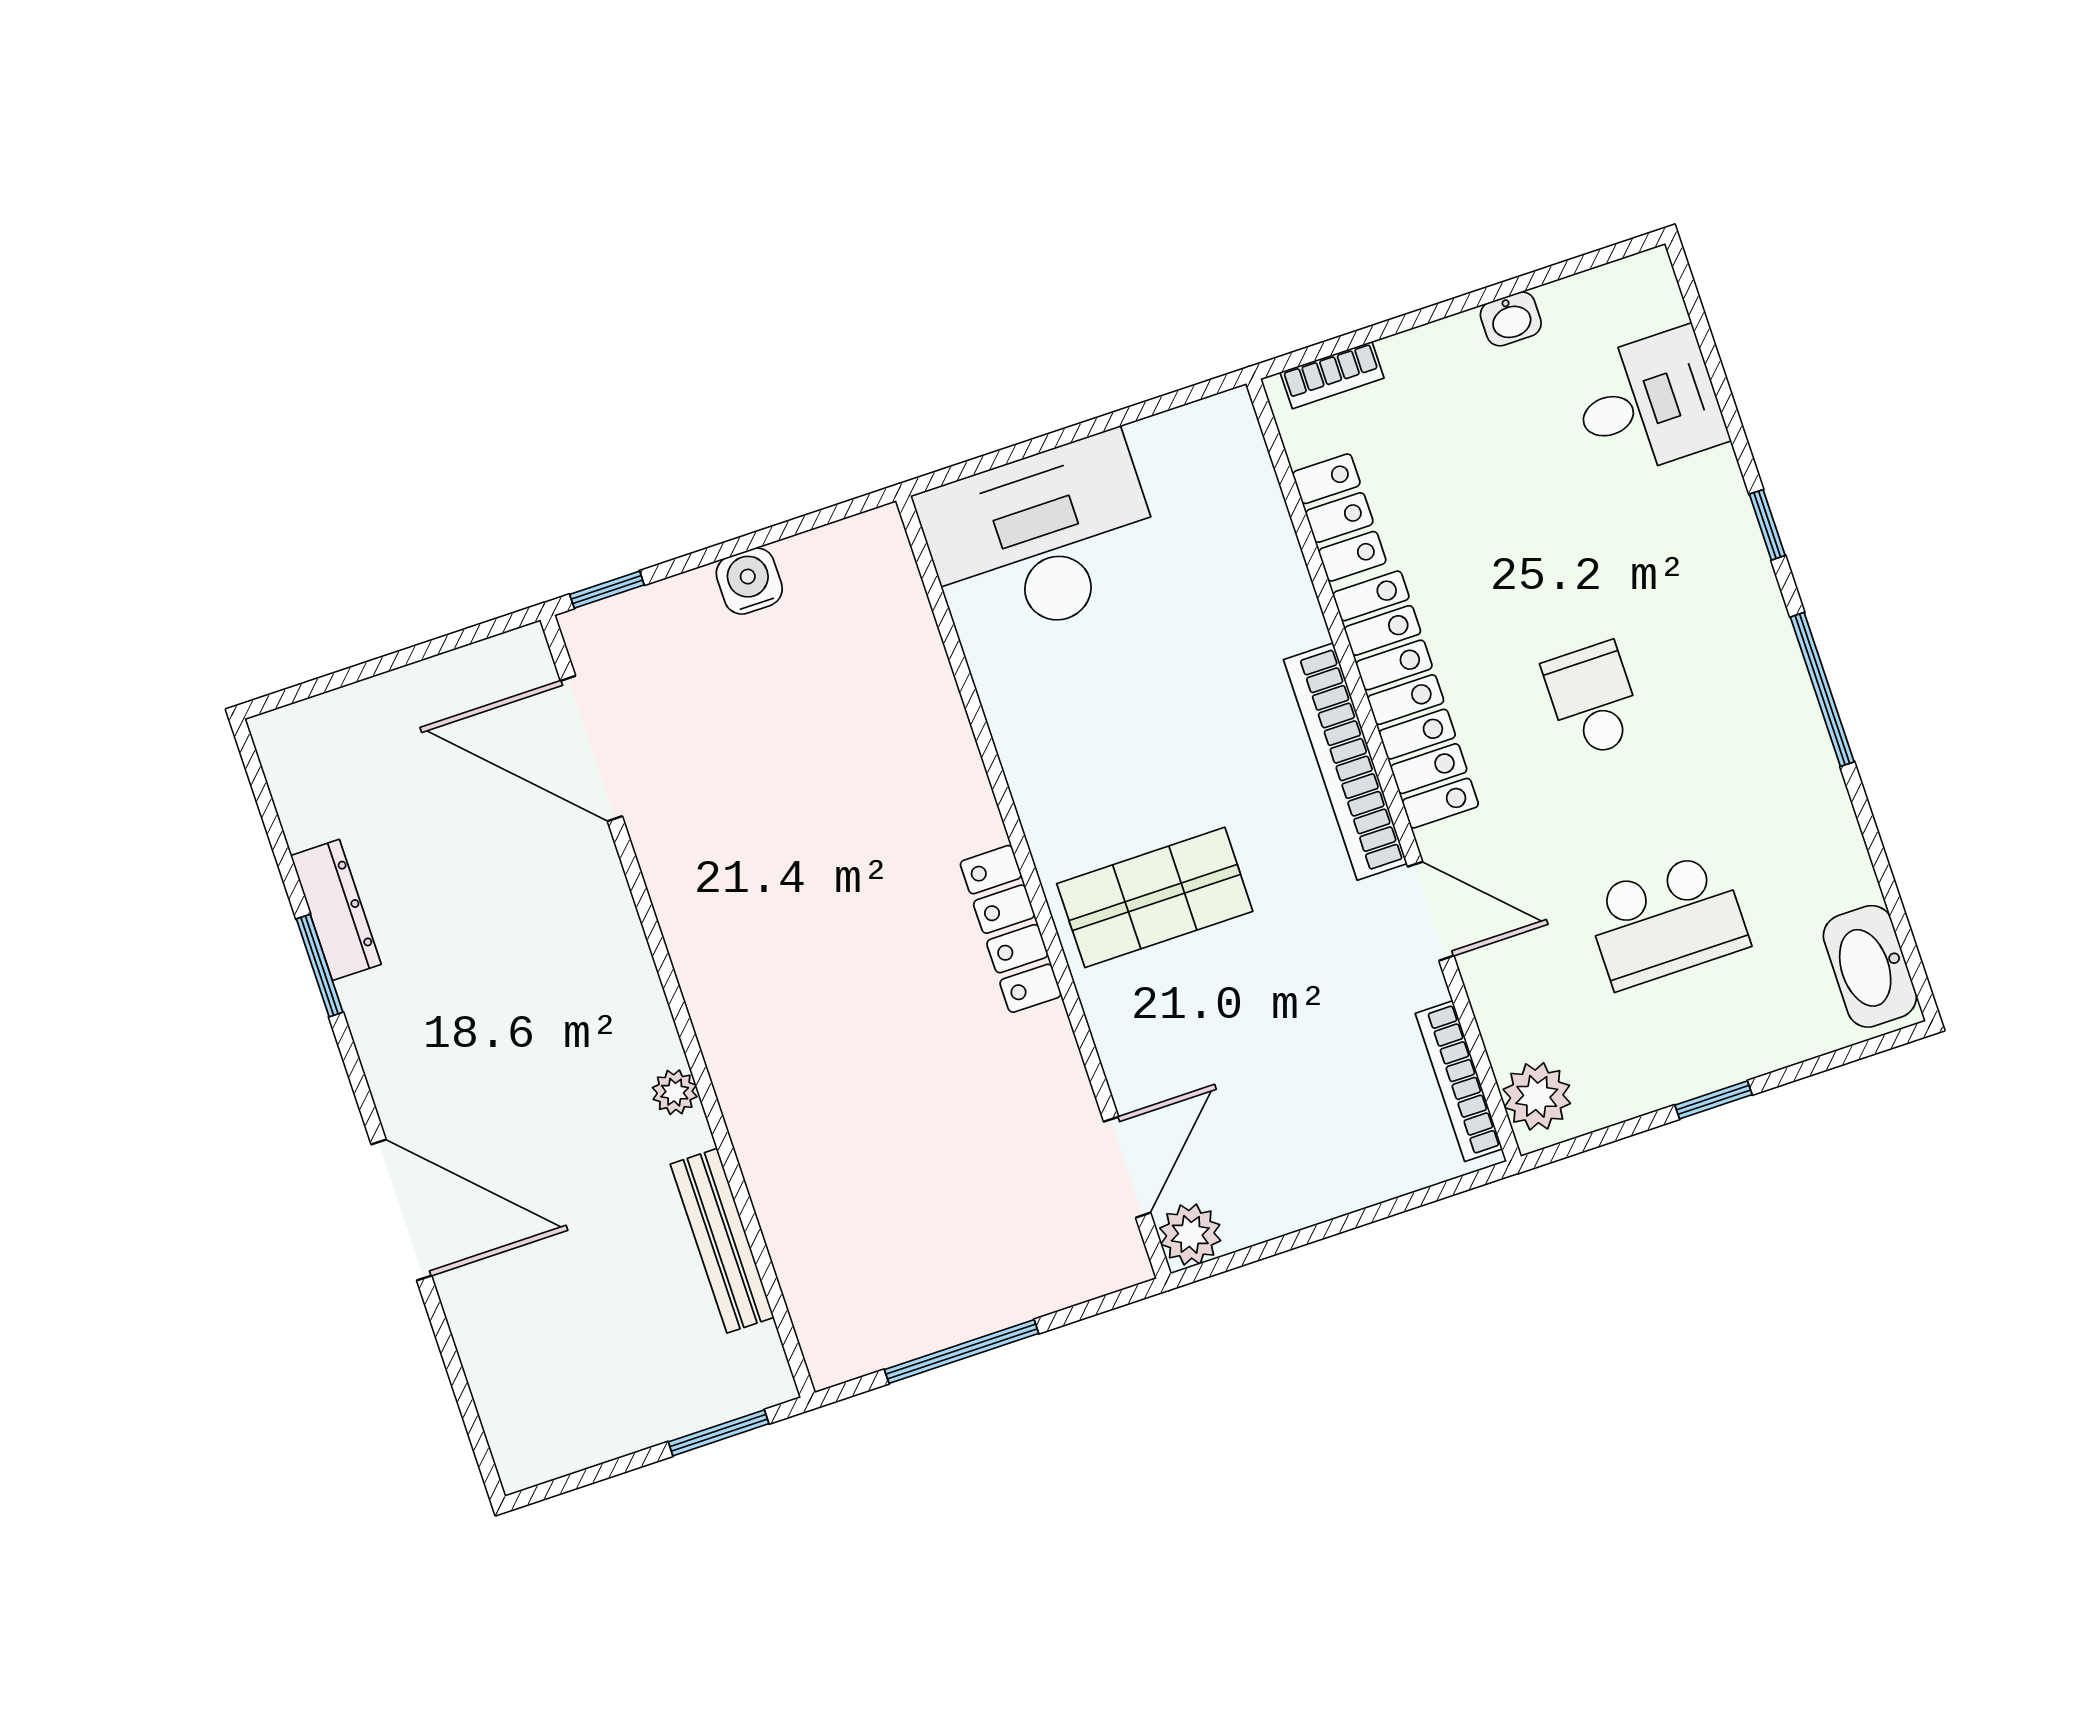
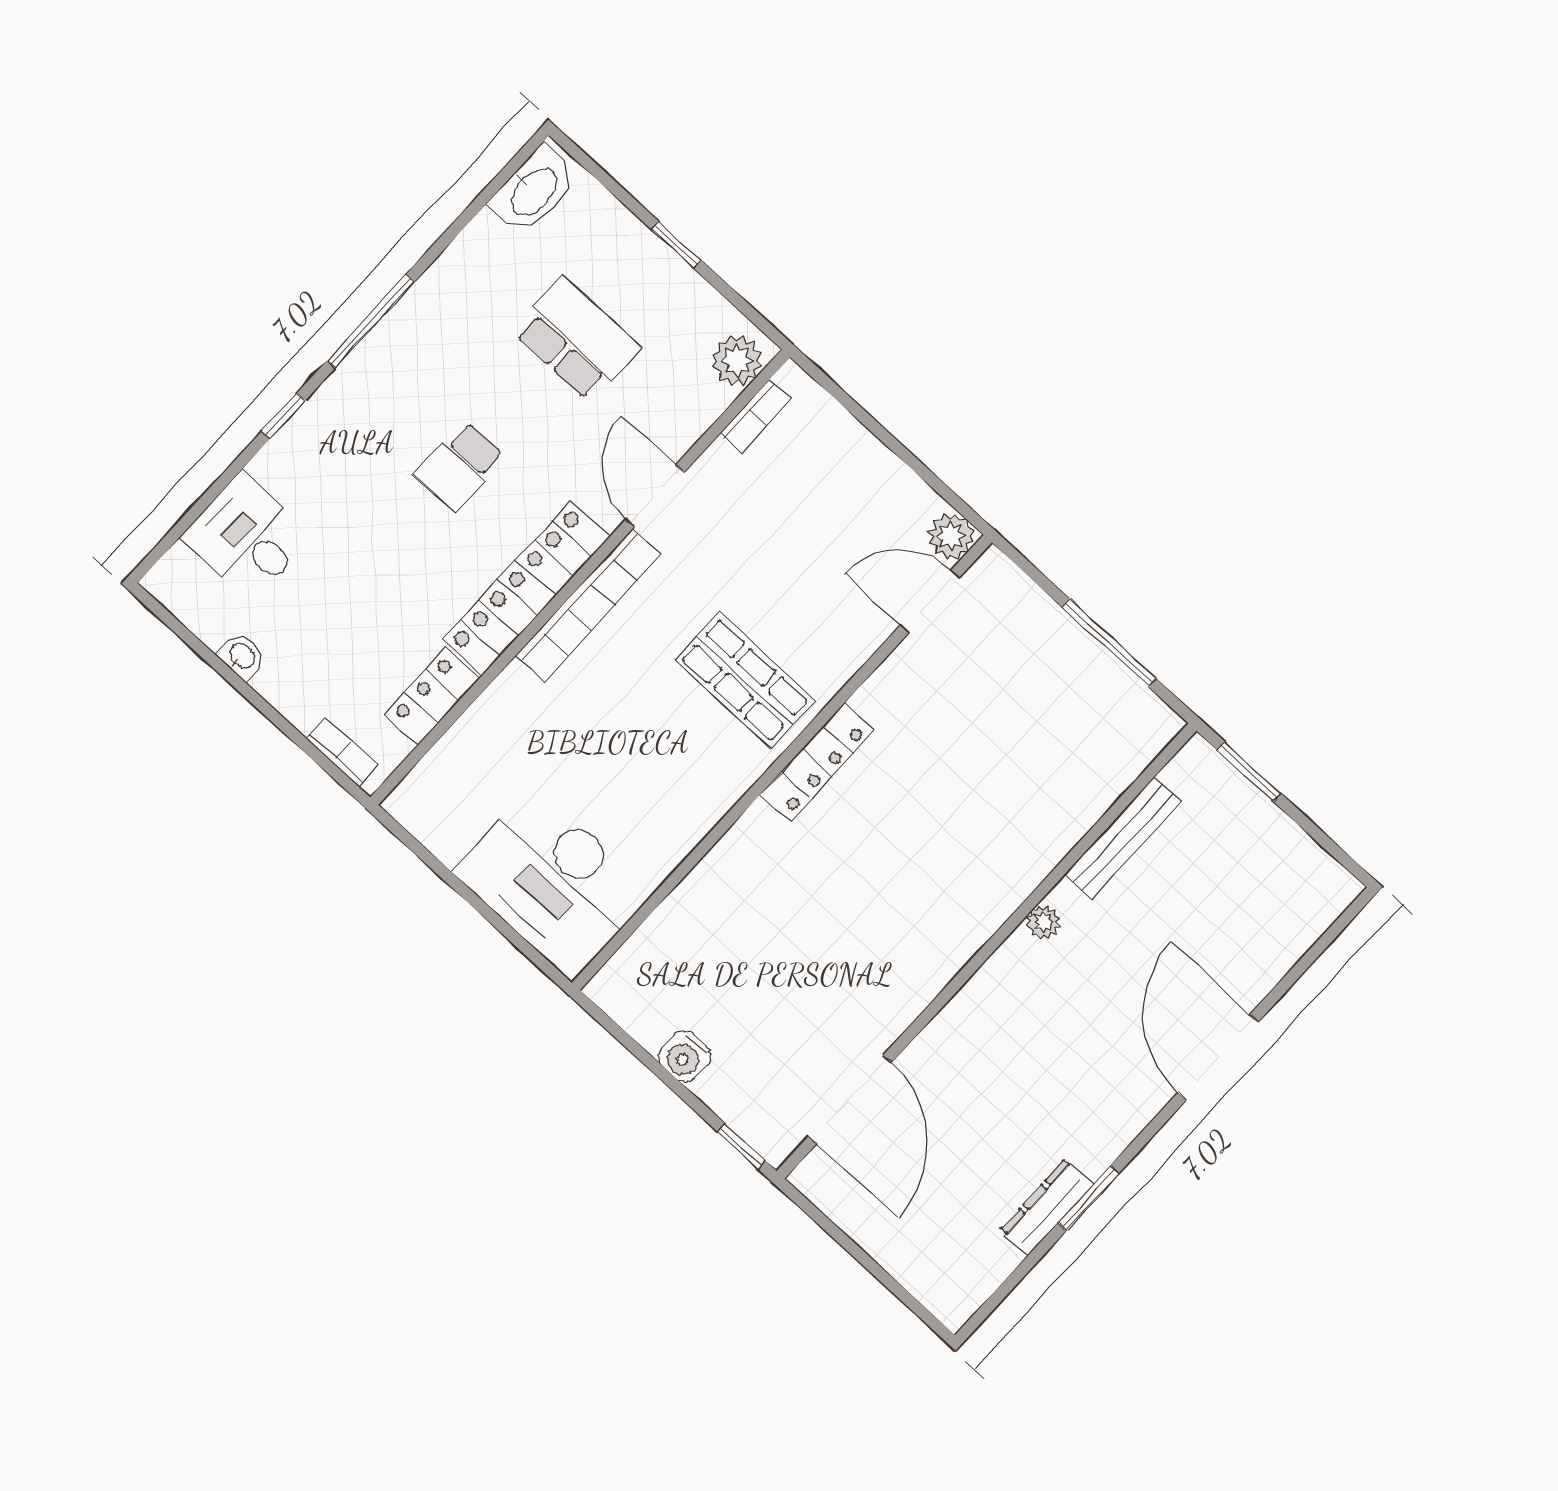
bookcase: (1459, 1081) -> (755, 417), width x0.64

